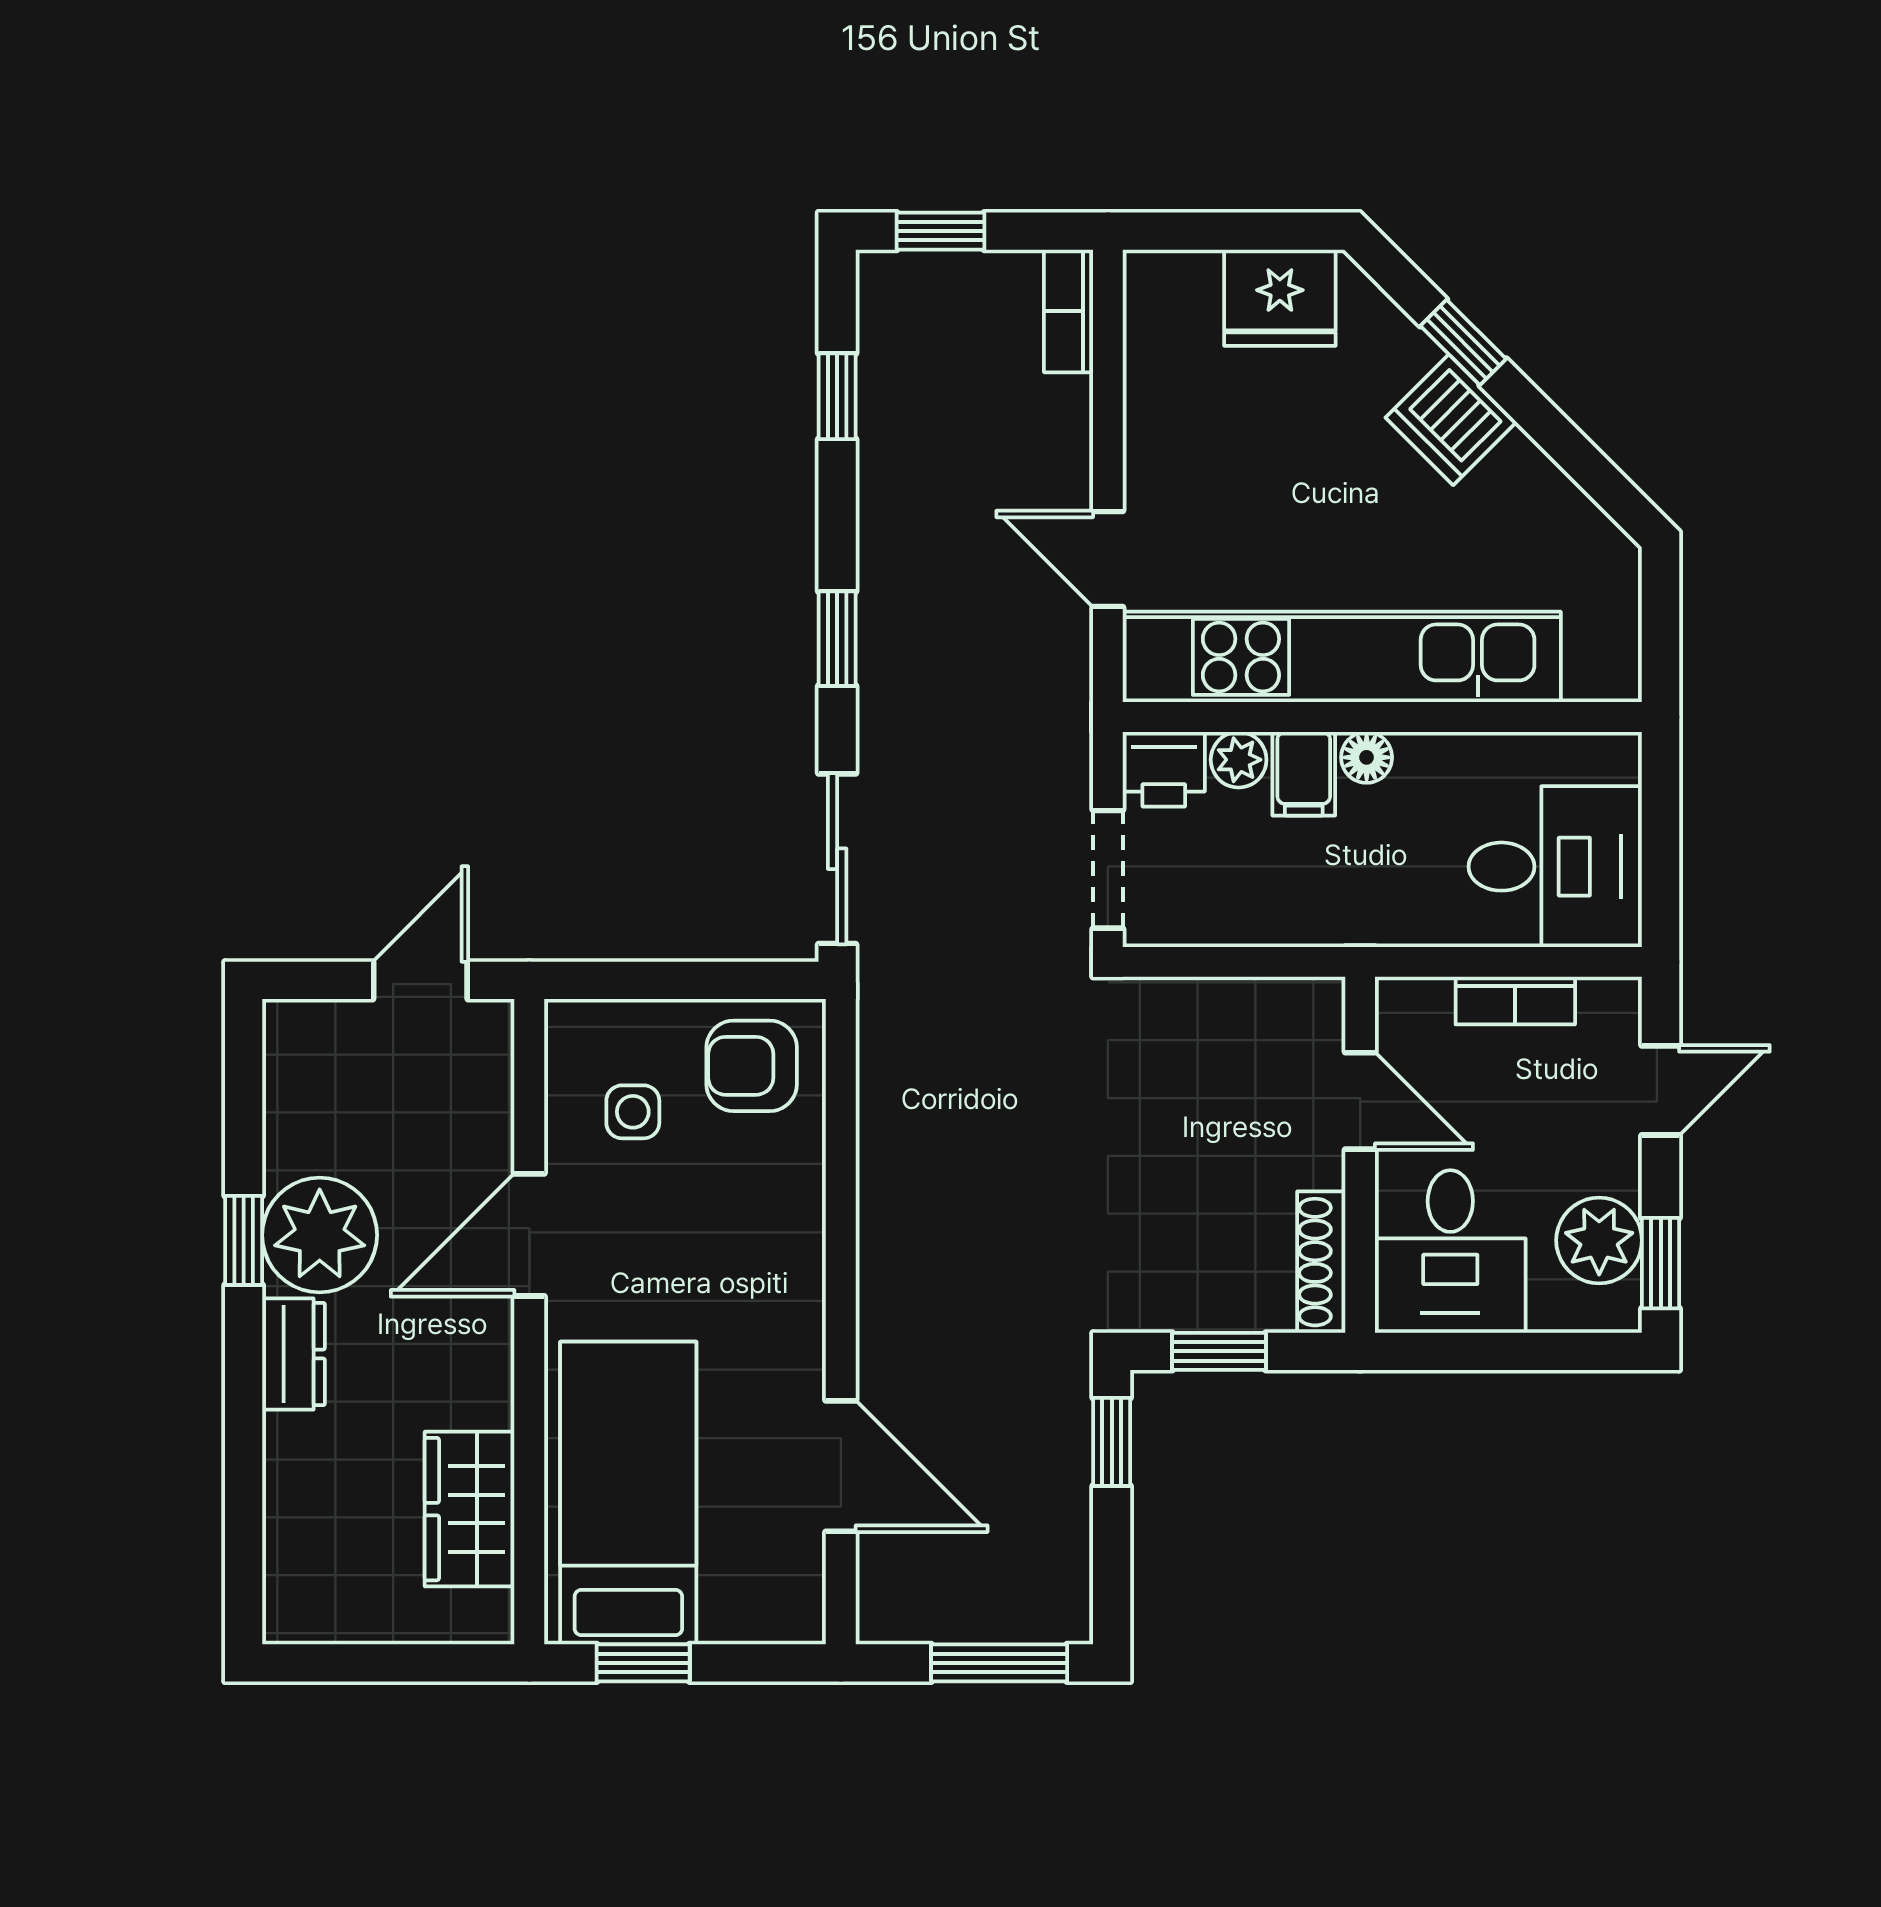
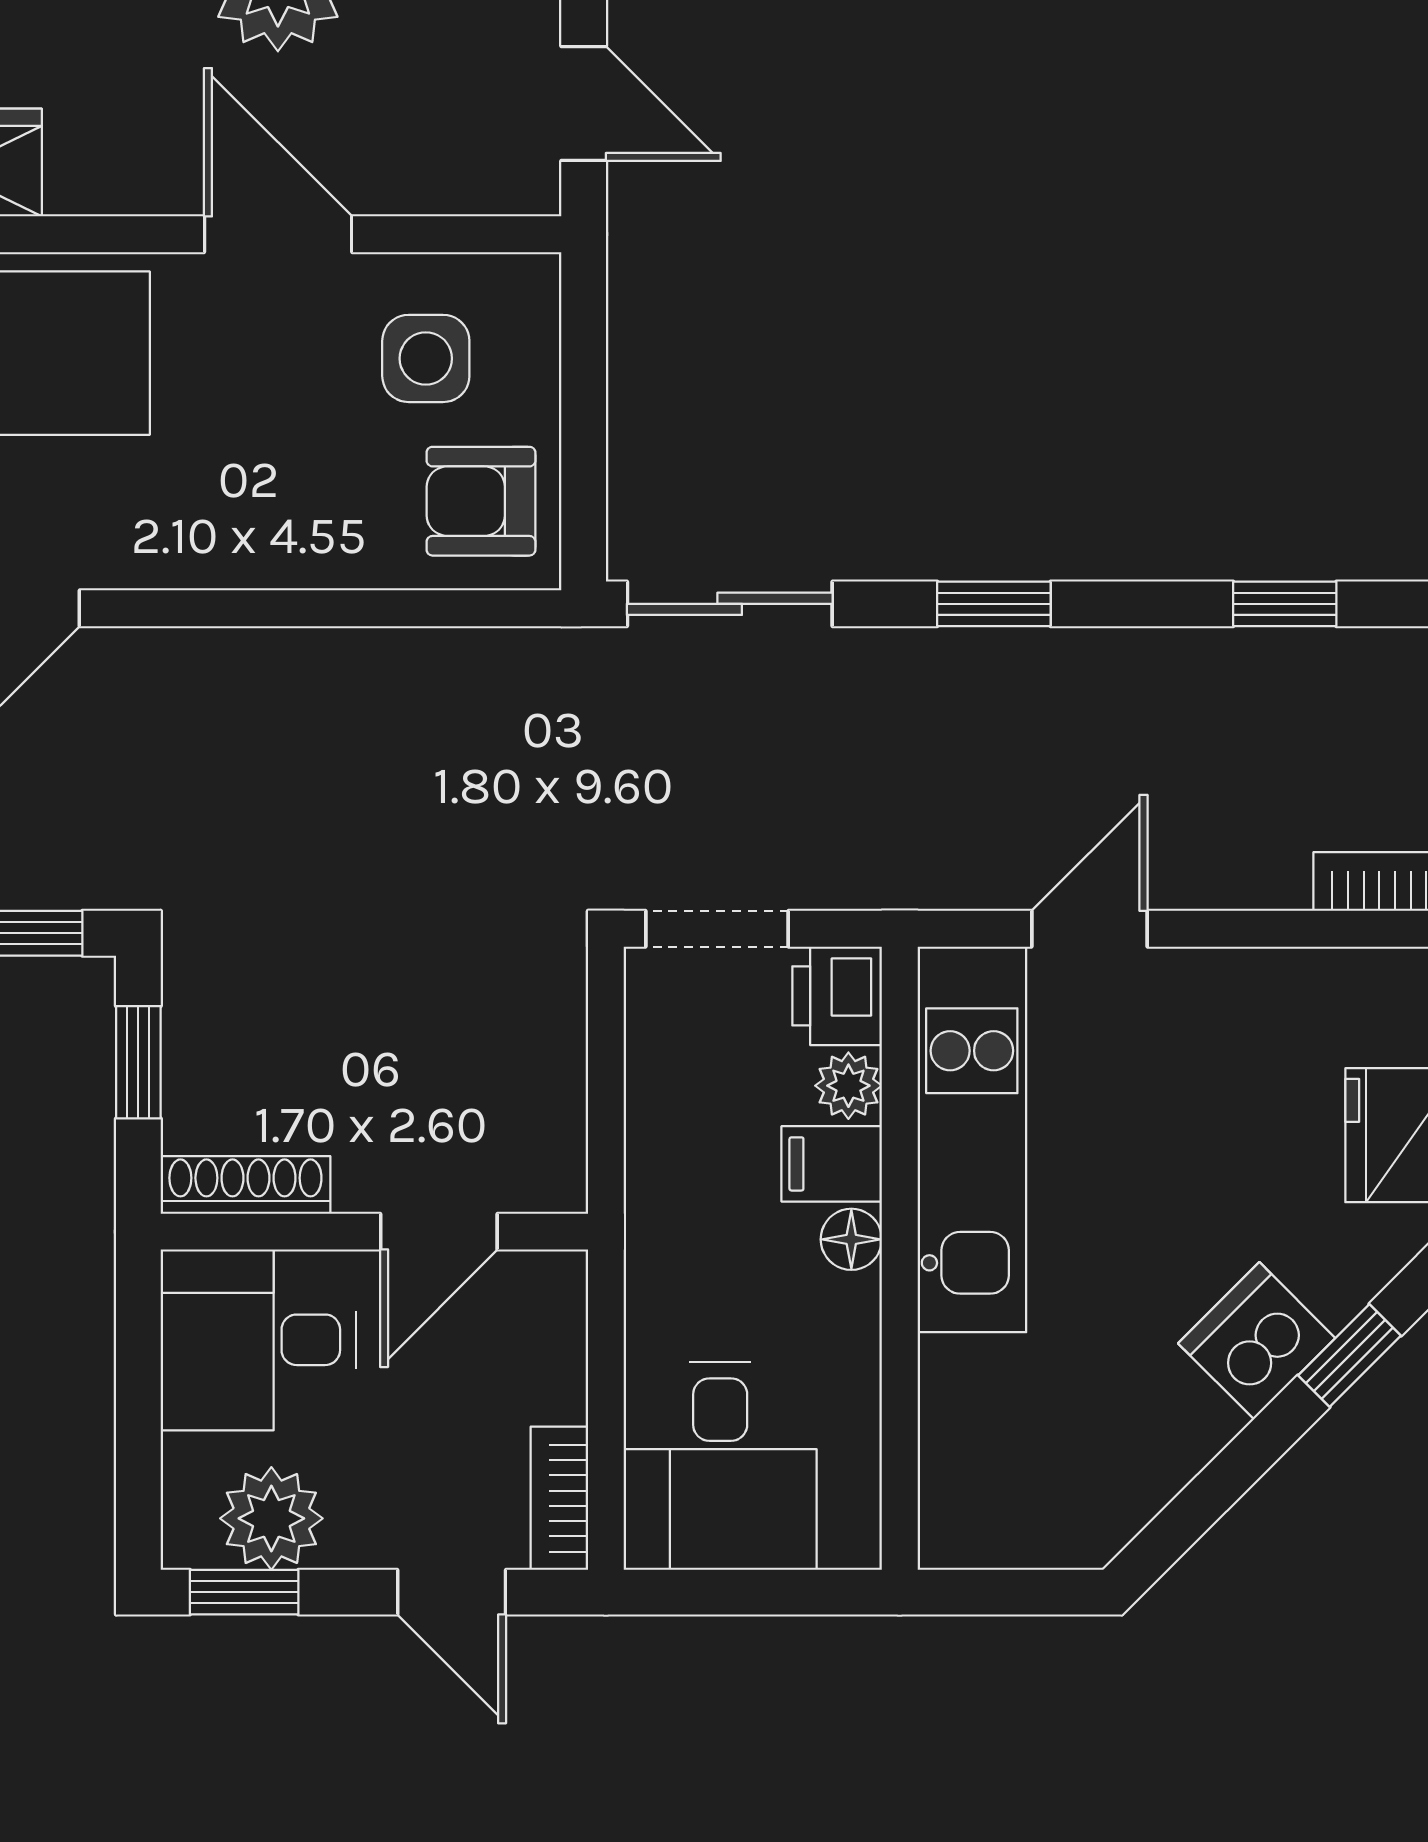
kitchen unit: (1342, 657) -> (972, 1139), width x0.73
bookcase: (1515, 1001) -> (559, 1498), moved
armchair: (752, 1066) -> (481, 501), turned -90
side table: (633, 1112) -> (426, 358), width x1.37, depth x1.37

